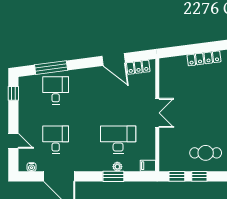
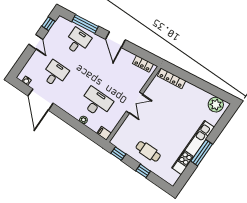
locker: (204, 58) -> (172, 78), moved
door: (114, 59) -> (115, 40), moved
door: (13, 141) -> (36, 42), moved
window: (113, 176) -> (76, 124), removed
window: (199, 176) -> (143, 171), moved

